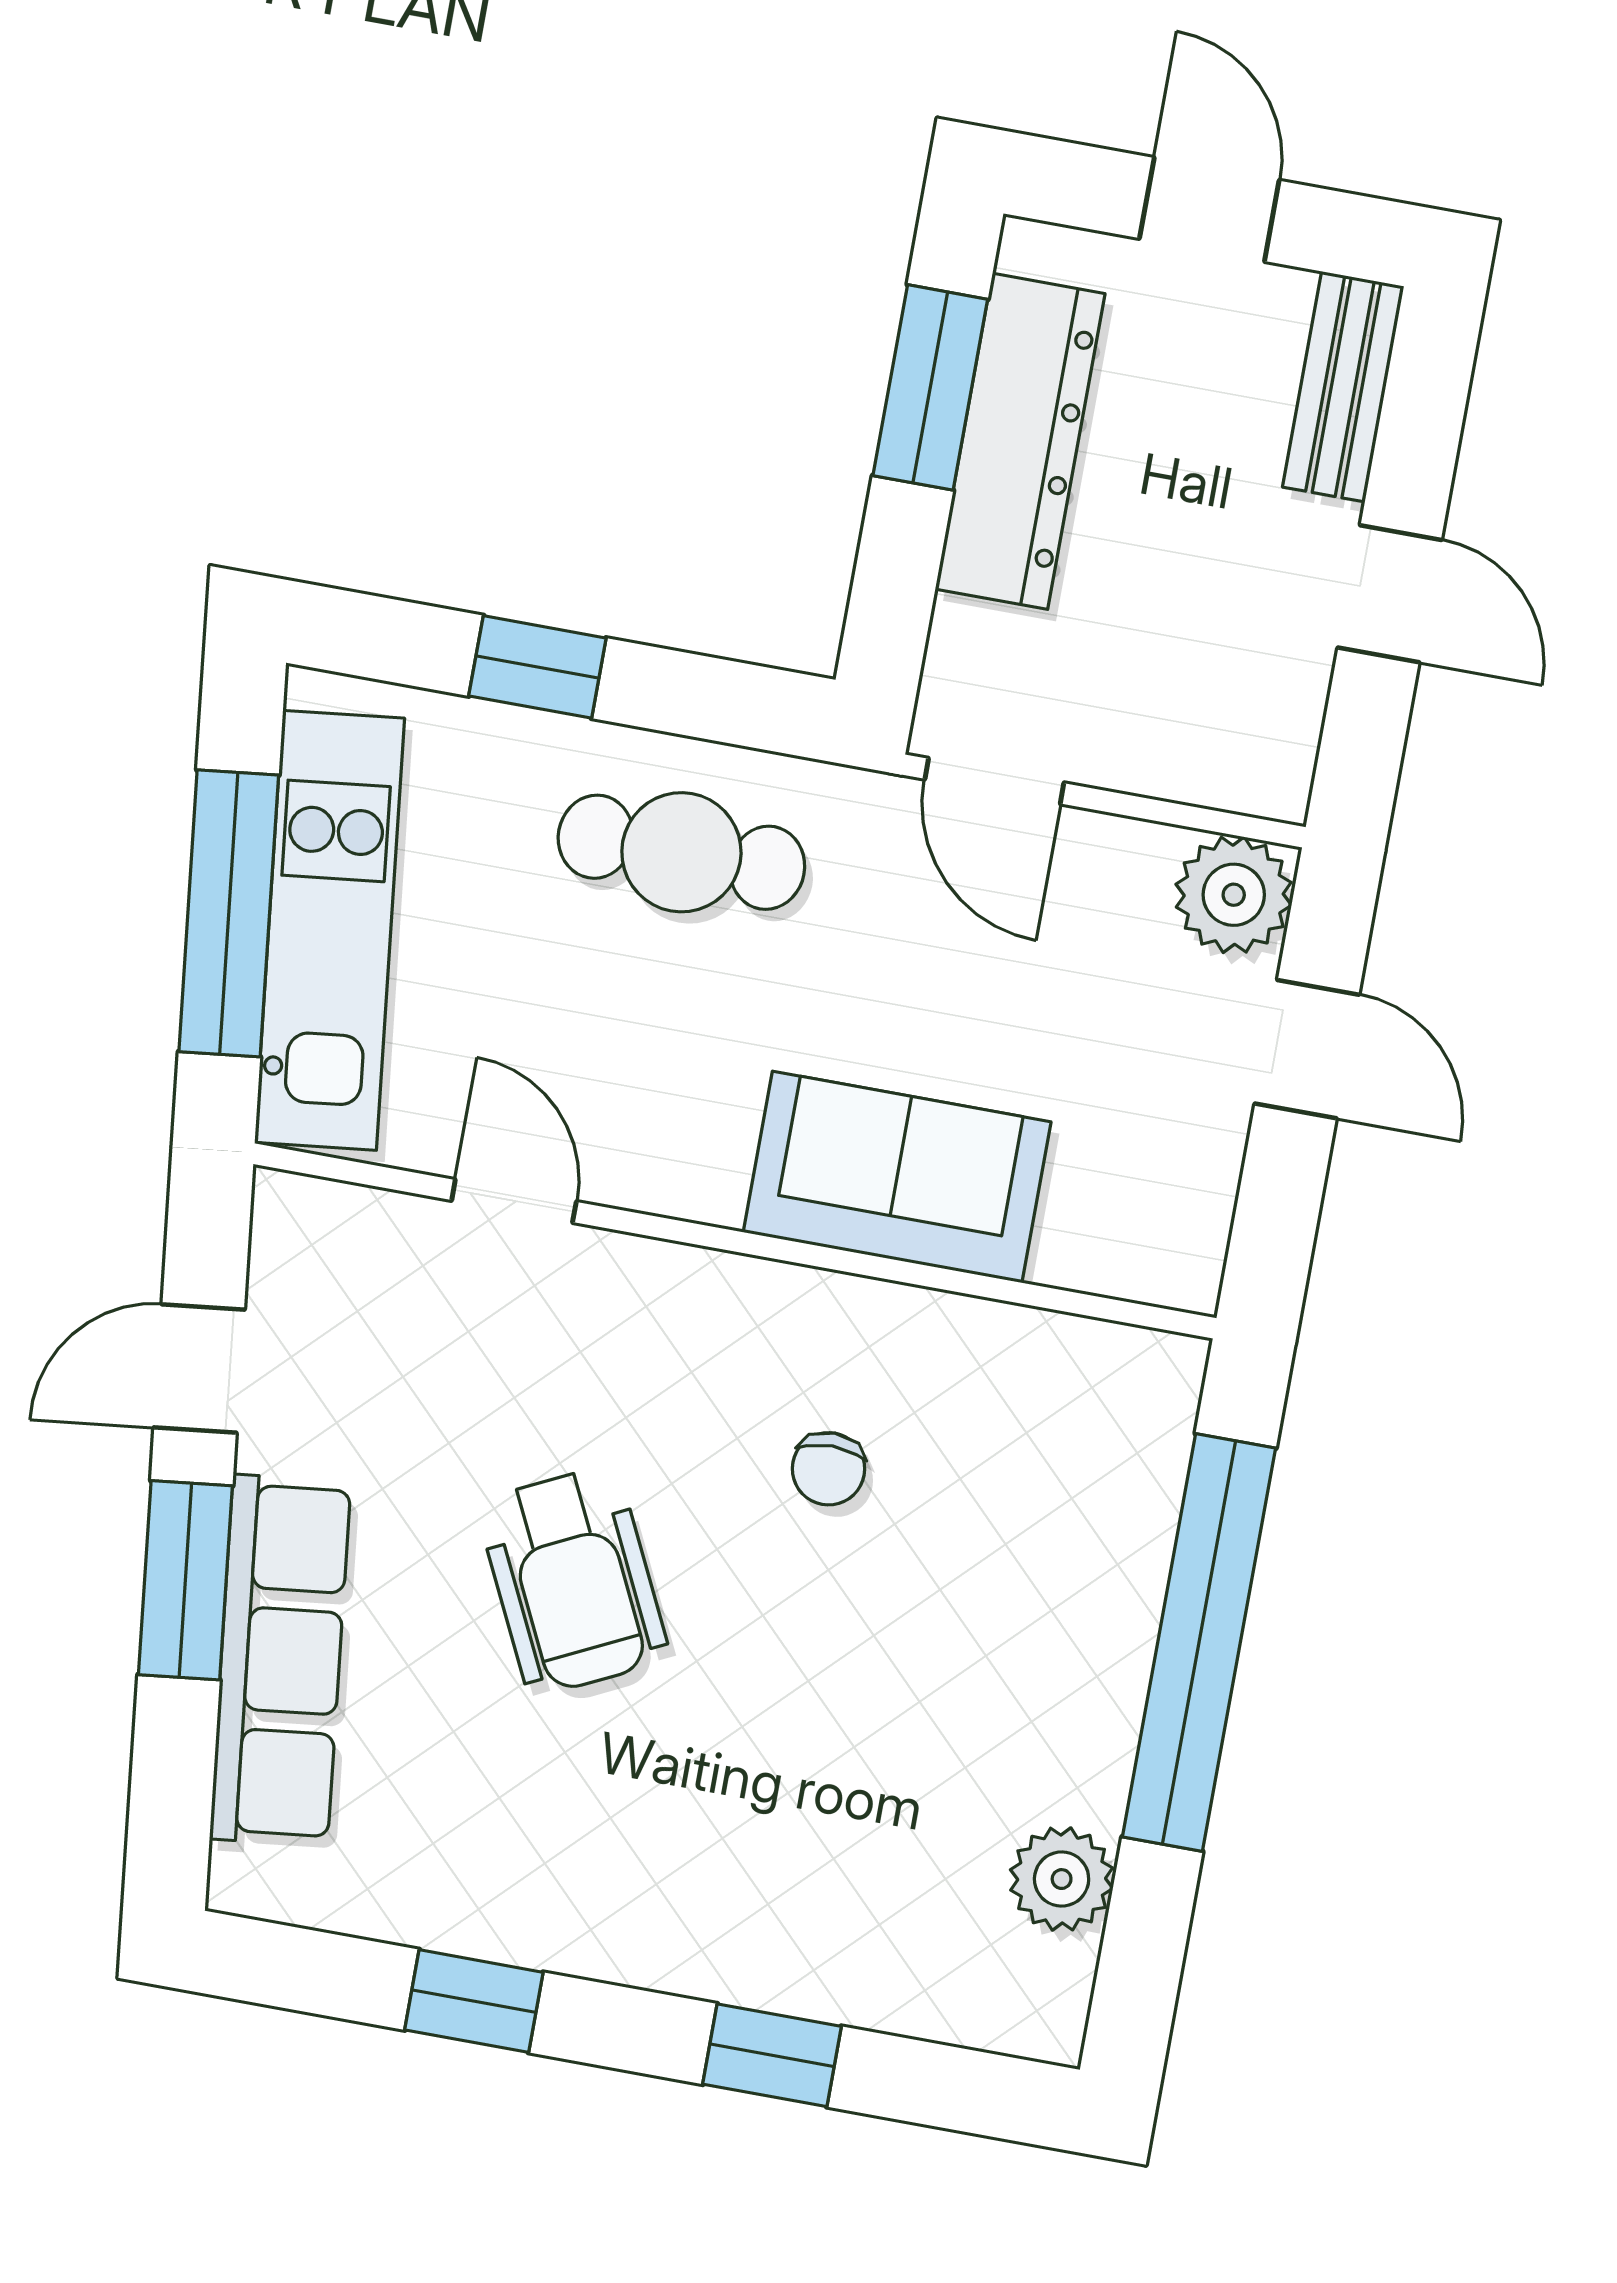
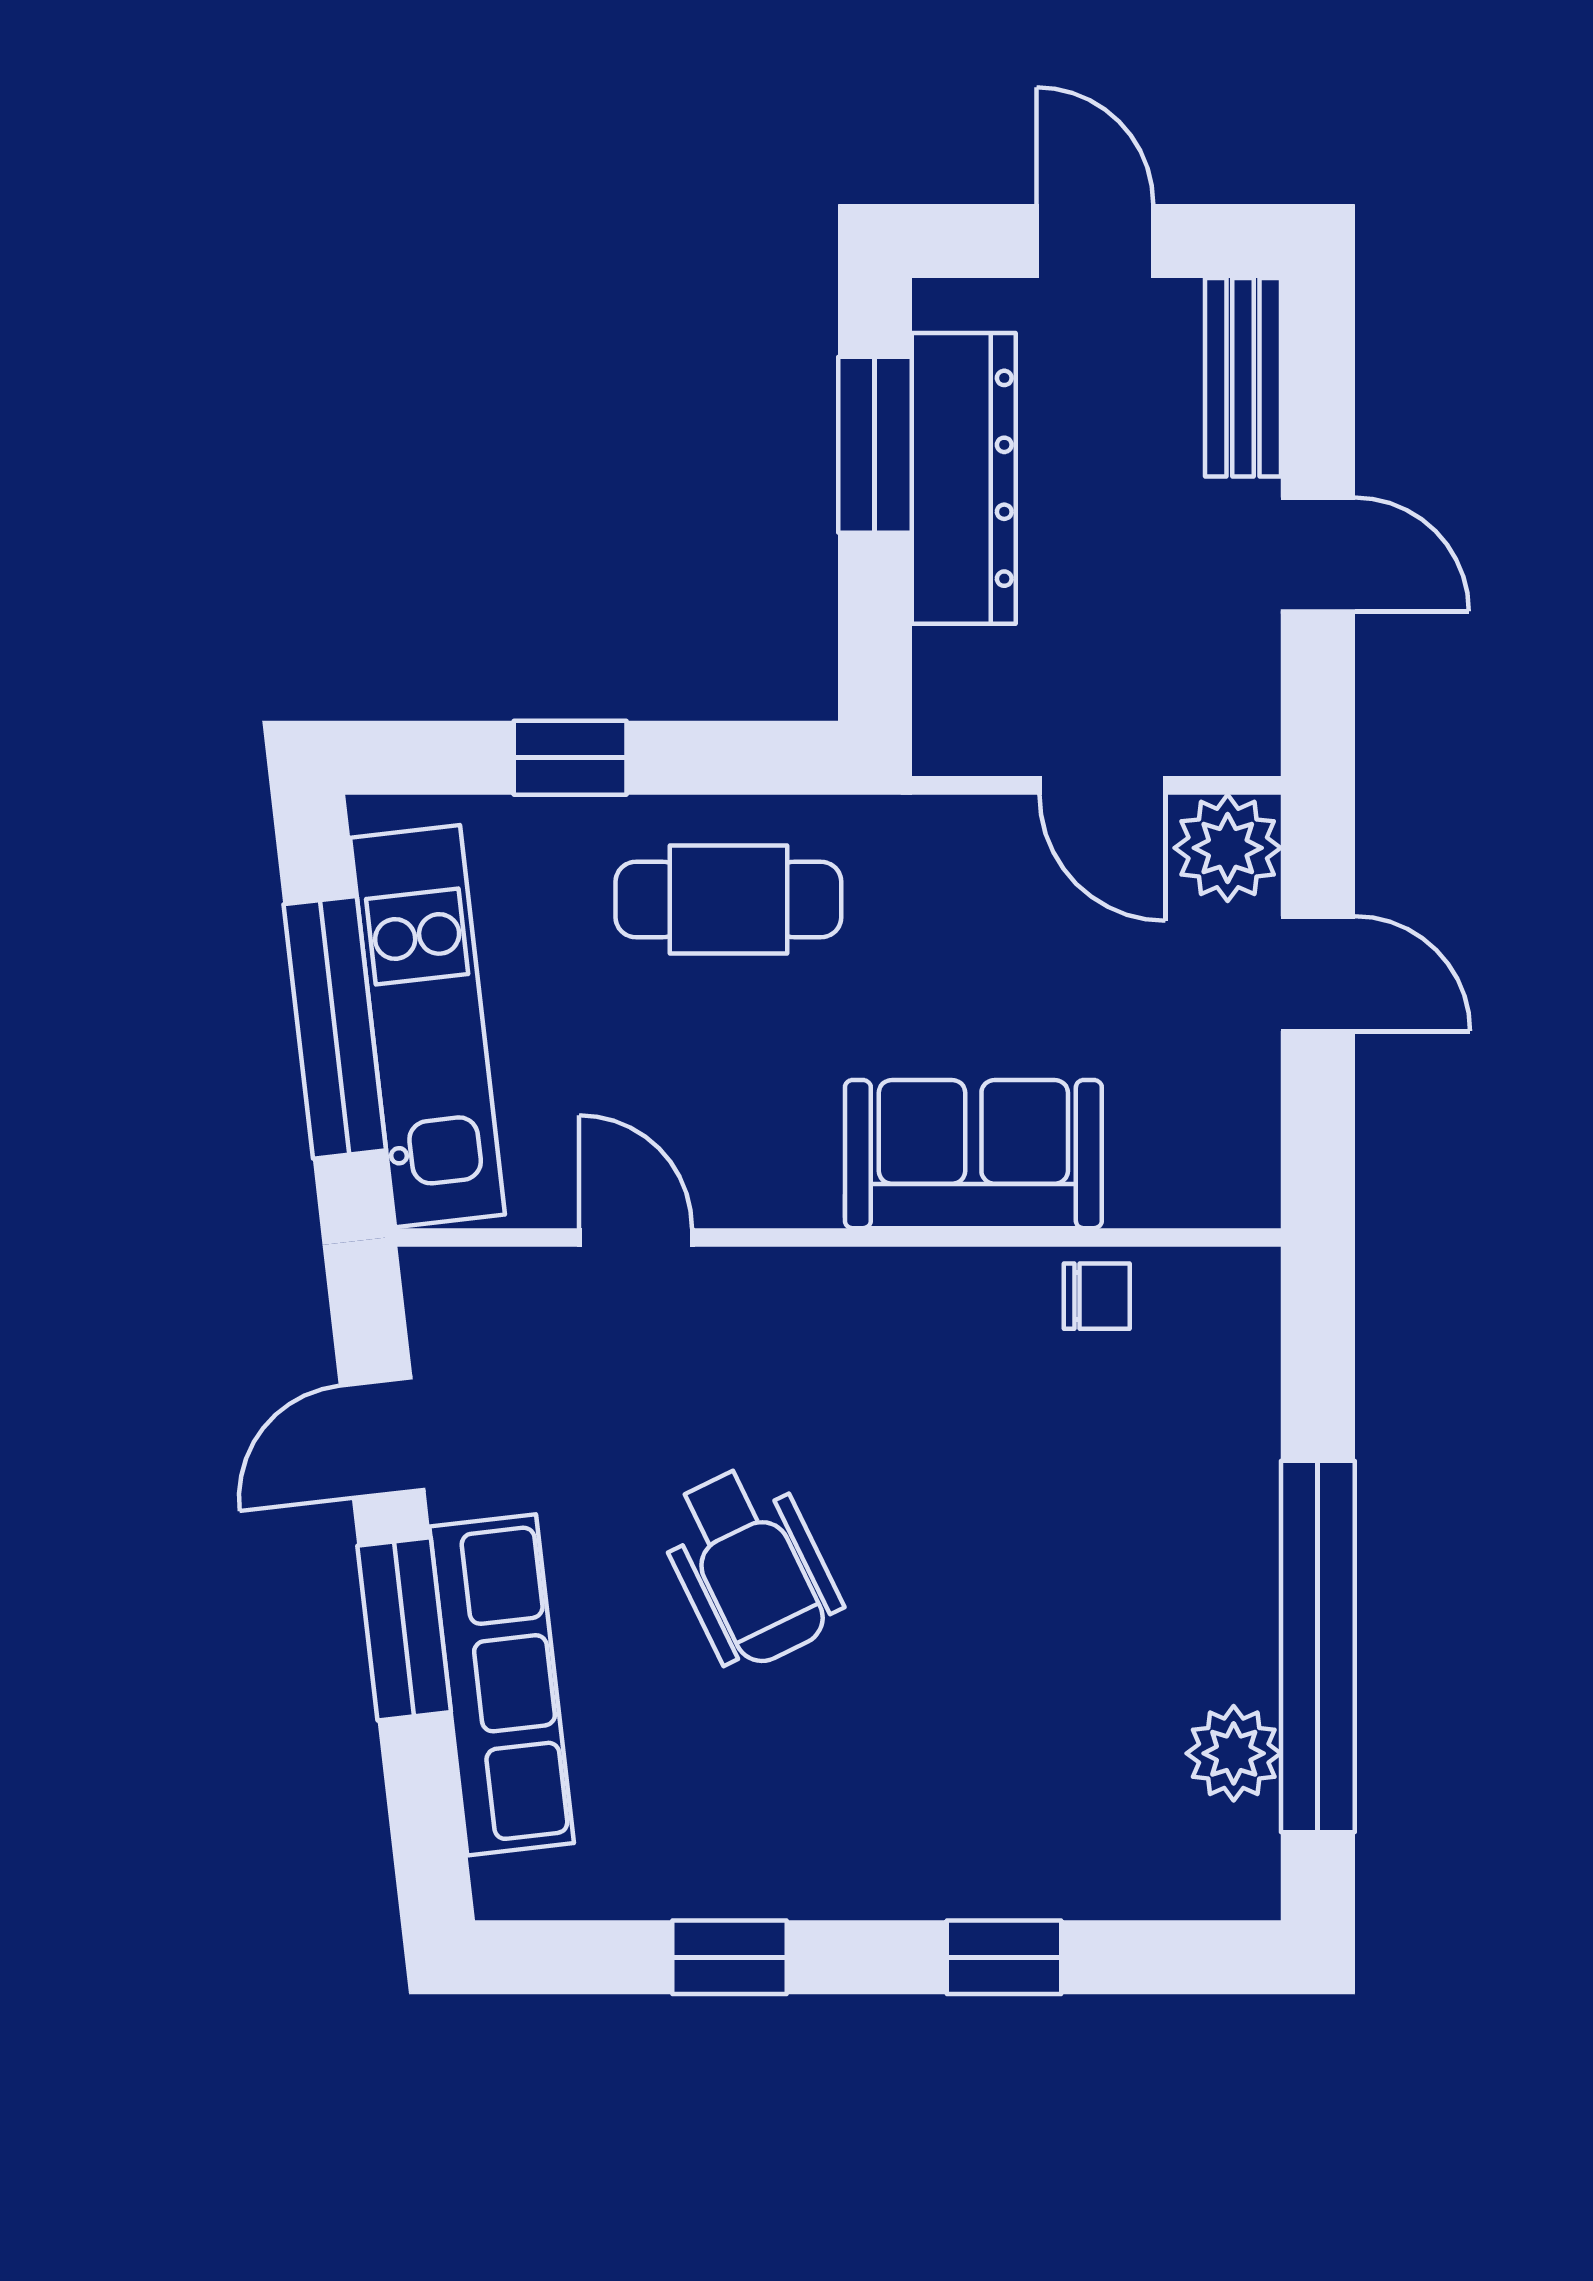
door: (994, 781) -> (1102, 785), moved
chair: (829, 1469) -> (1097, 1296), moved, turned -90
window: (1199, 1643) -> (1318, 1646), moved

